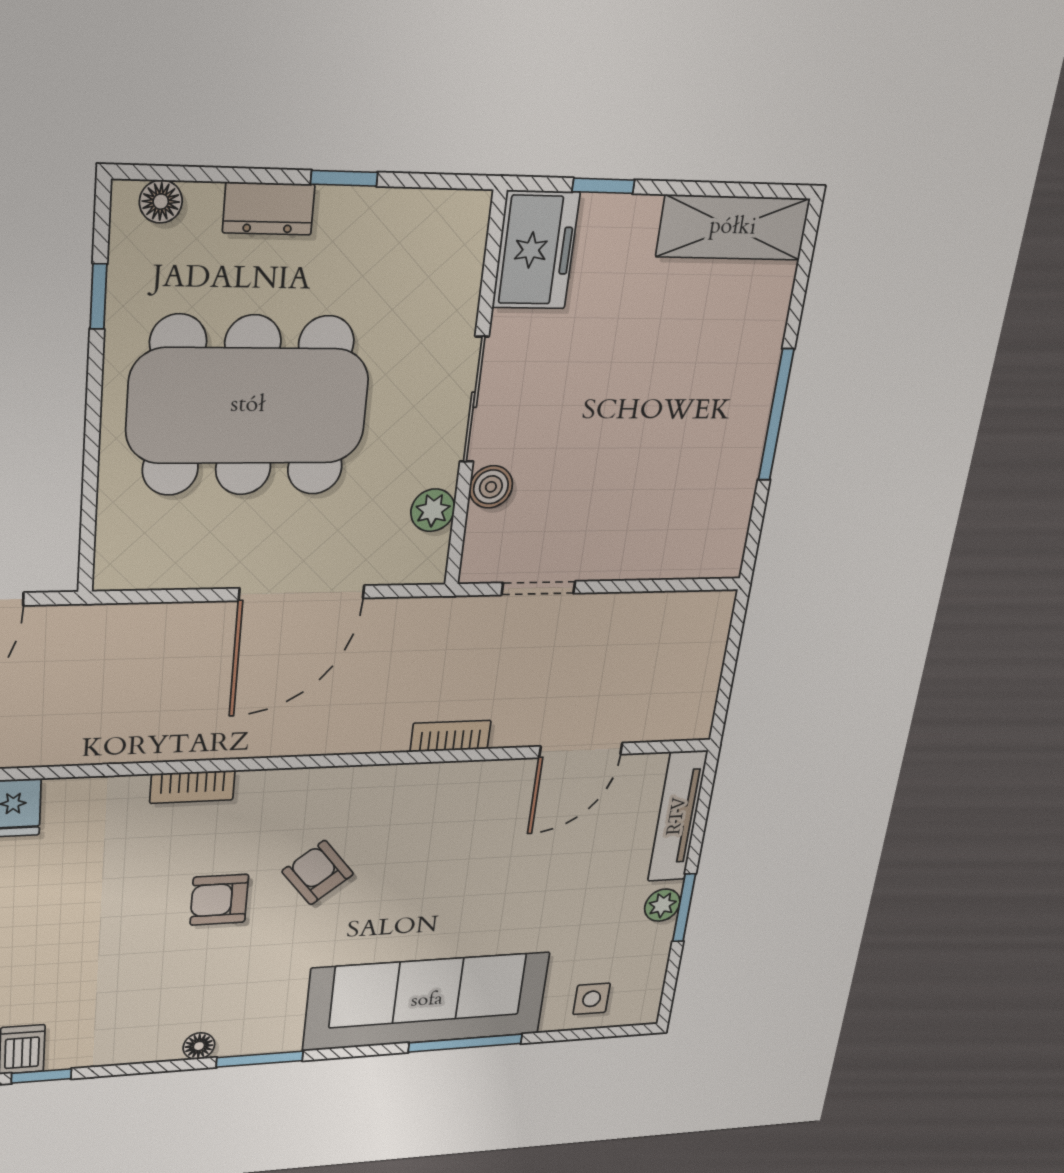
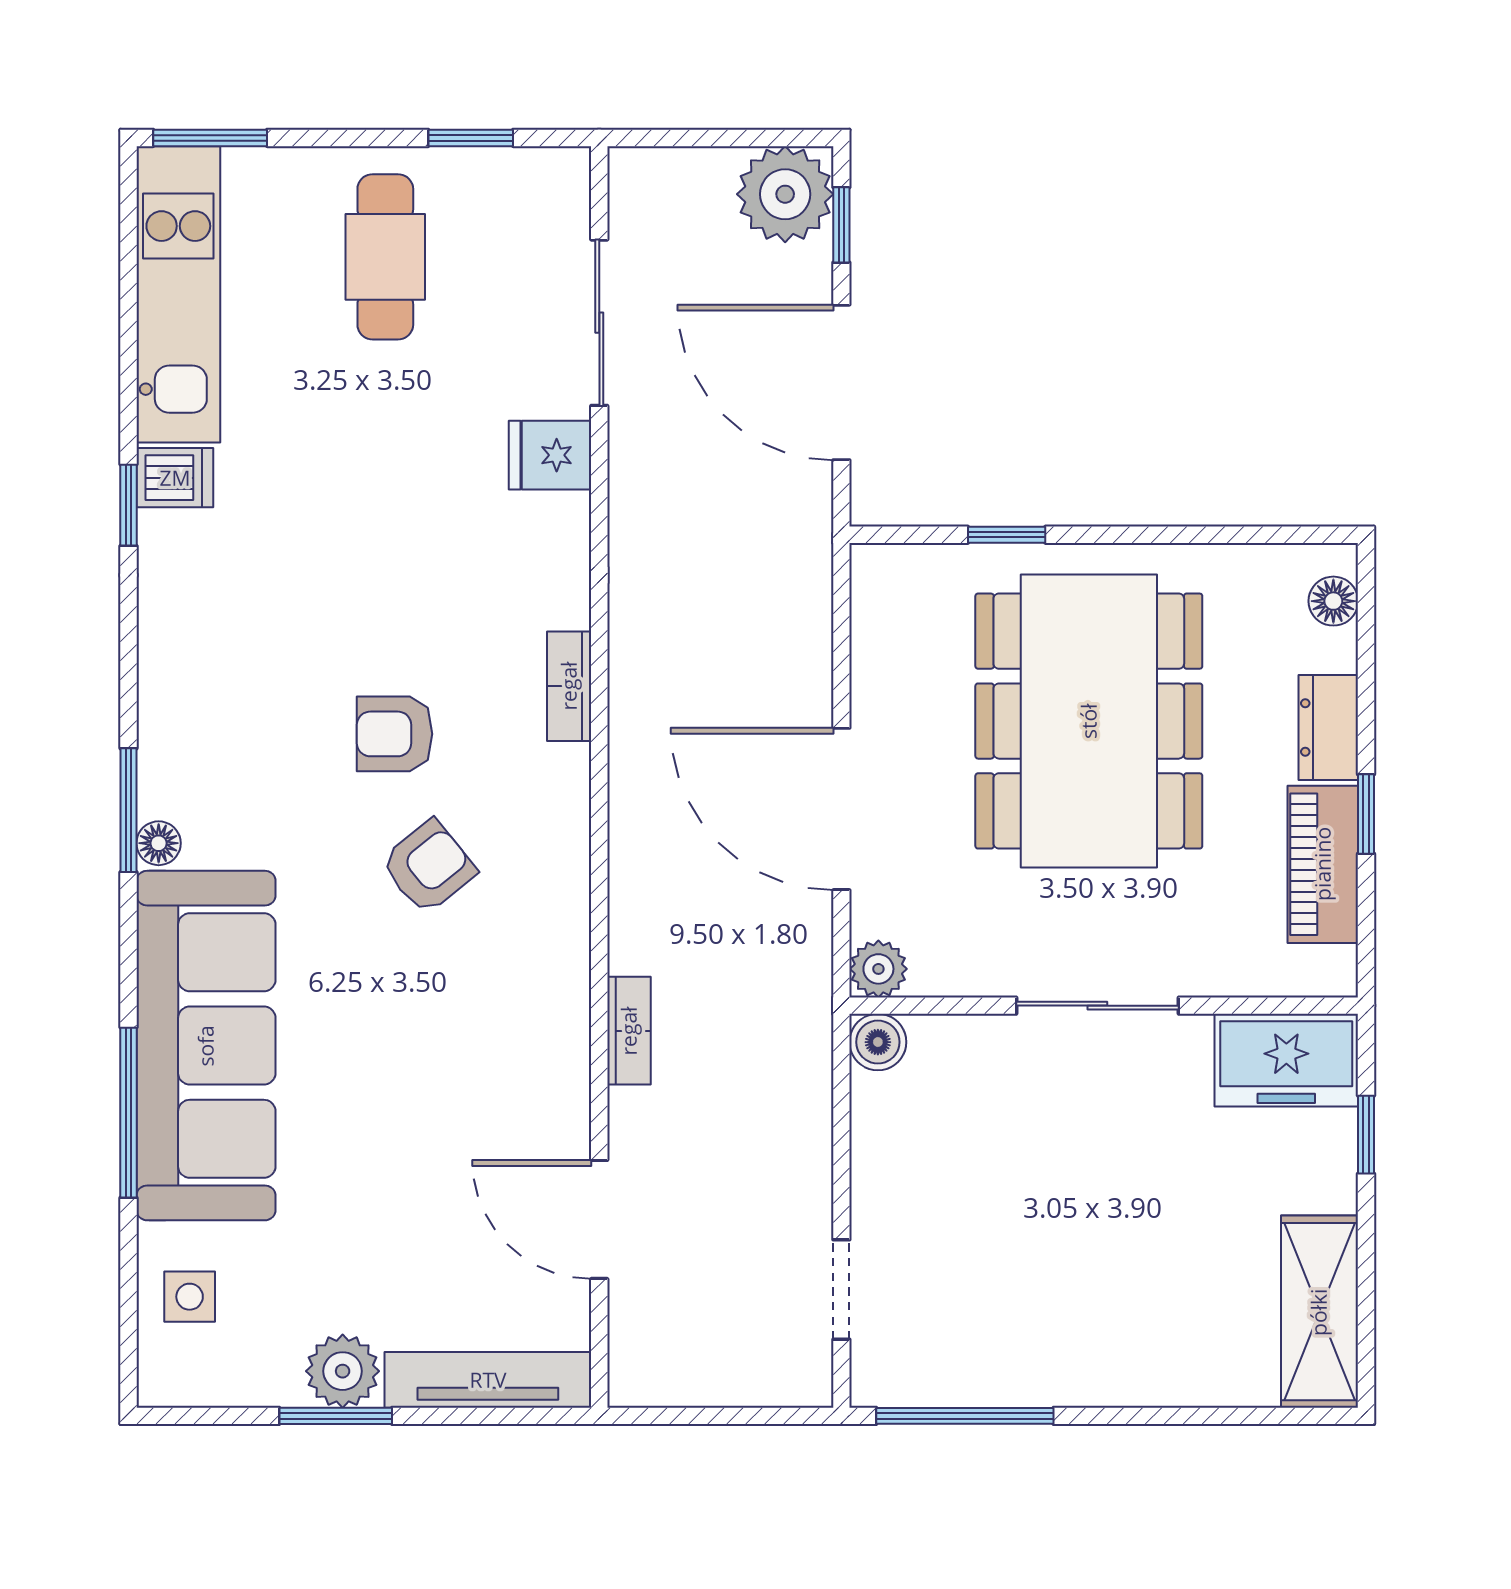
piano: (382, 216) -> (1323, 864), added
window: (98, 296) -> (1007, 535), moved
window: (776, 415) -> (965, 1416), moved
boiler: (491, 487) -> (878, 1042), moved
plant: (433, 510) -> (878, 969), moved
doorway: (538, 588) -> (841, 1289), moved
armchair: (219, 900) -> (395, 734), turned -90
plant: (662, 905) -> (343, 1371), width x1.38, depth x1.38
floor lamp: (199, 1046) -> (159, 843), moved

